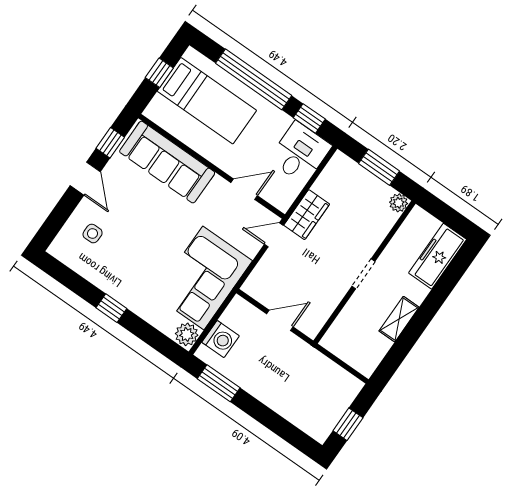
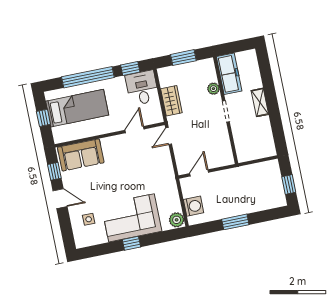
sofa: (167, 162) -> (81, 155), width x0.73
plant: (399, 203) -> (213, 89), moved
wardrobe: (307, 215) -> (171, 101), moved
freezer: (438, 256) -> (229, 74), moved, turned 180
corner sofa: (203, 278) -> (131, 218), moved, turned 90
shelving: (399, 319) -> (260, 102), moved
door: (280, 320) -> (199, 173), moved
window: (219, 383) -> (235, 222), moved

